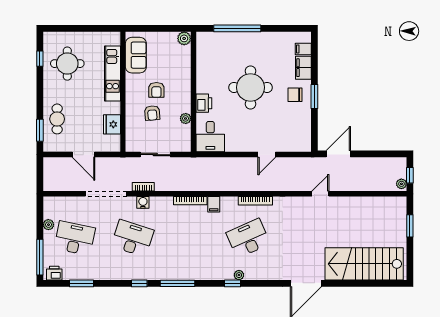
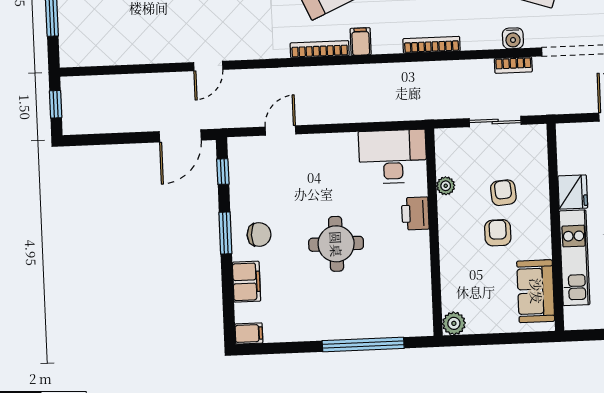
filing cabinet: (303, 49) -> (249, 333), moved
round table: (251, 87) -> (336, 244), width x0.73, depth x0.73
fridge: (112, 124) -> (573, 192), moved
window: (314, 132) -> (223, 172), added
desk: (210, 137) -> (393, 157), width x1.37
door: (267, 155) -> (280, 131), moved
plant: (401, 184) -> (69, 89), removed
filing cabinet: (214, 204) -> (361, 42), moved

